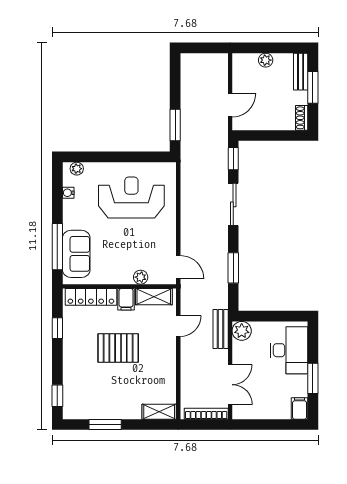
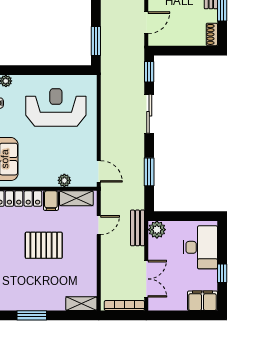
window: (313, 378) -> (222, 273), width x0.67
filing cabinet: (300, 408) -> (202, 301), width x2.00

